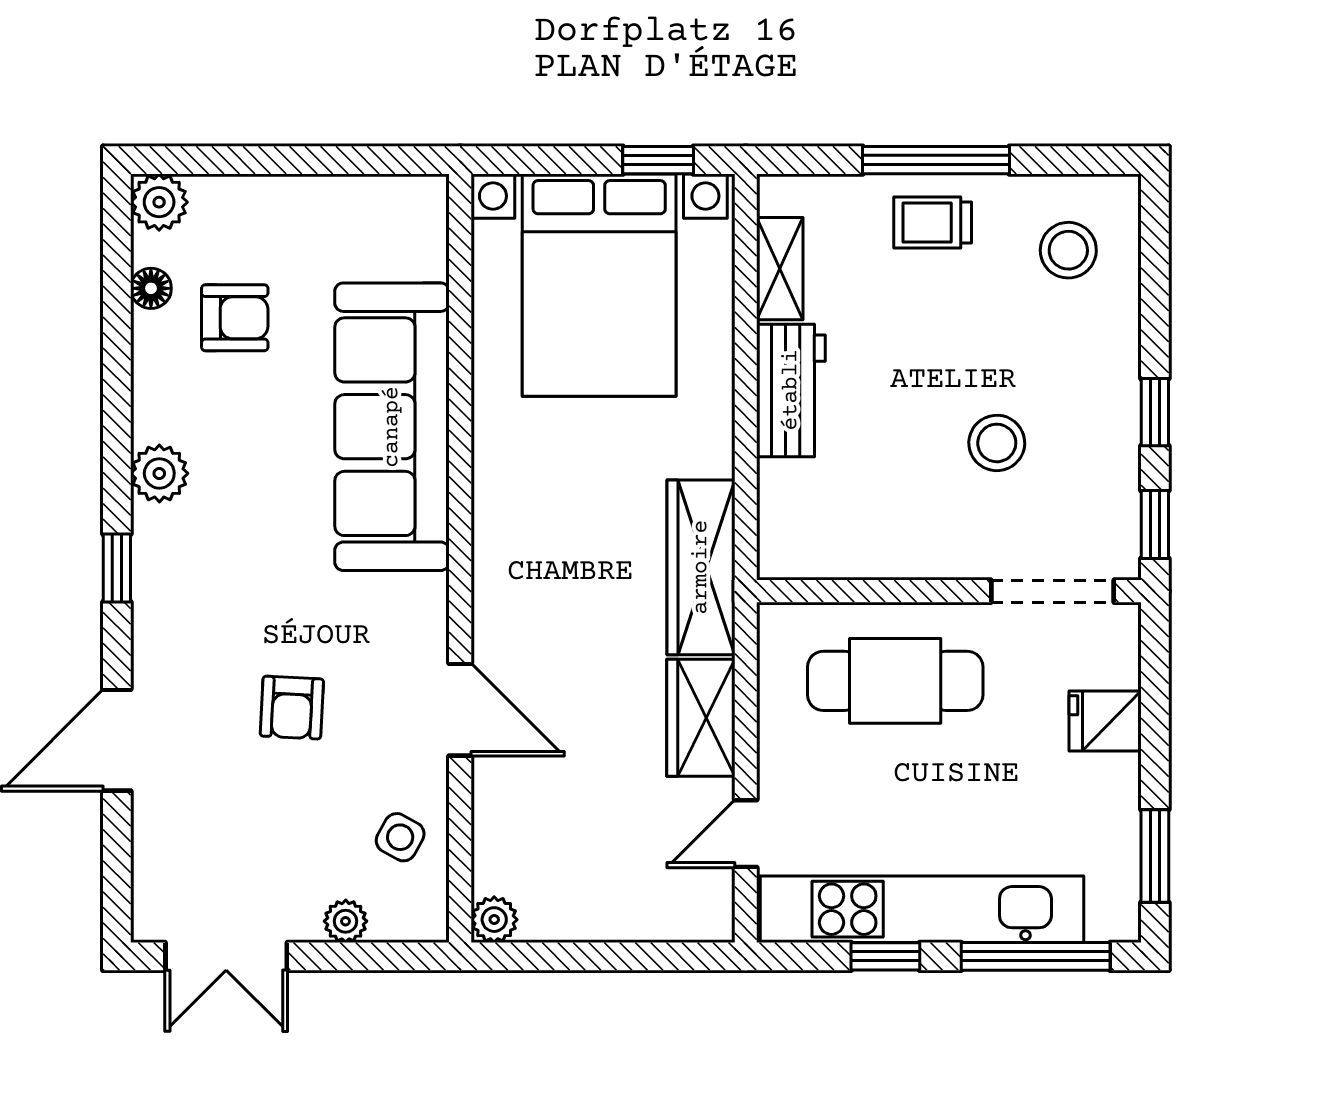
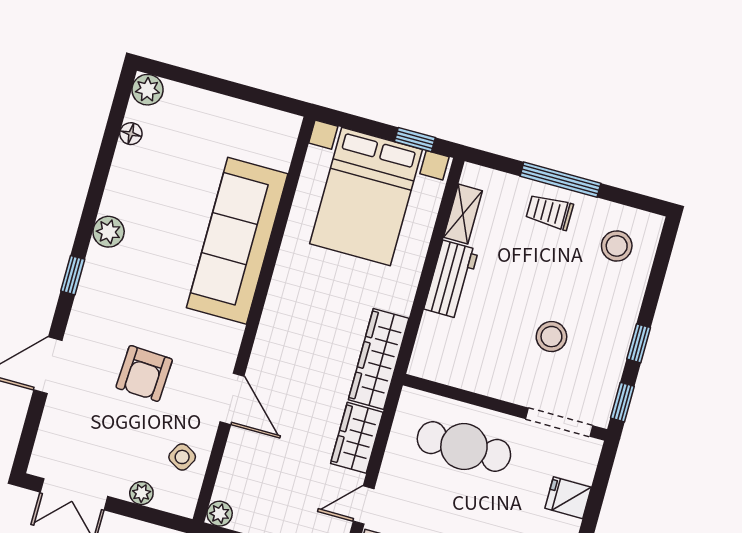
armchair: (235, 318) -> (171, 161), removed
armchair: (292, 708) -> (144, 373), width x1.38, depth x1.38

